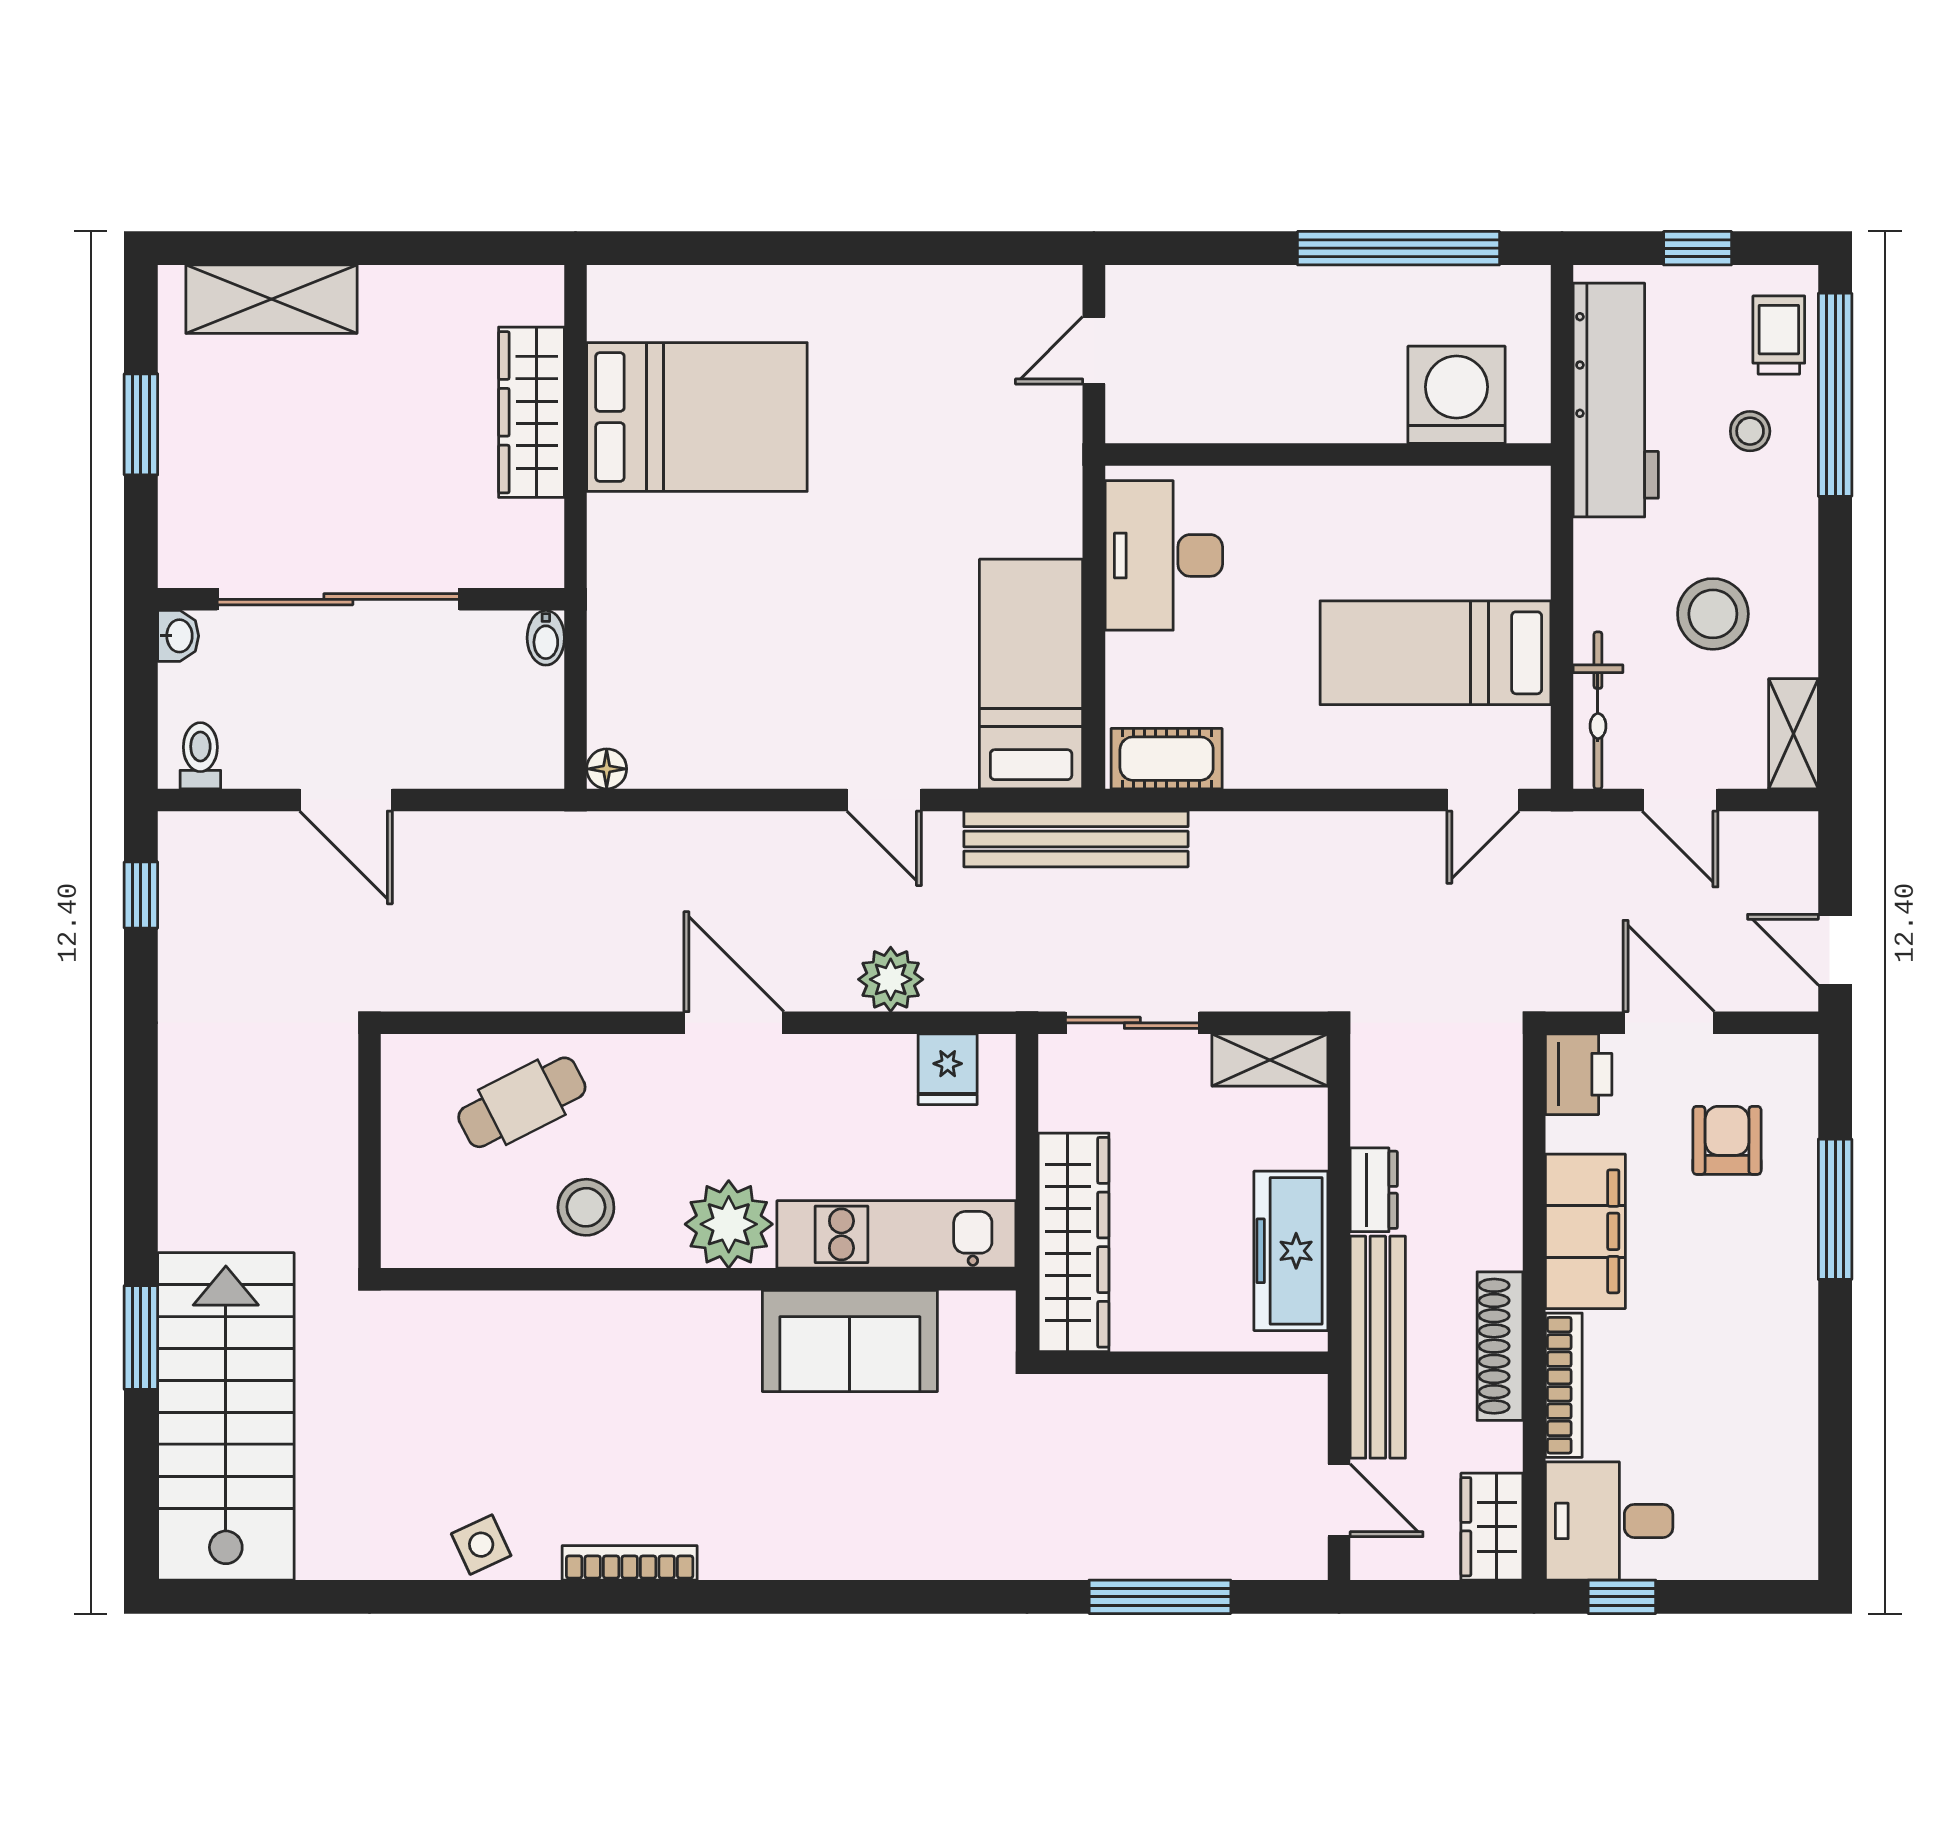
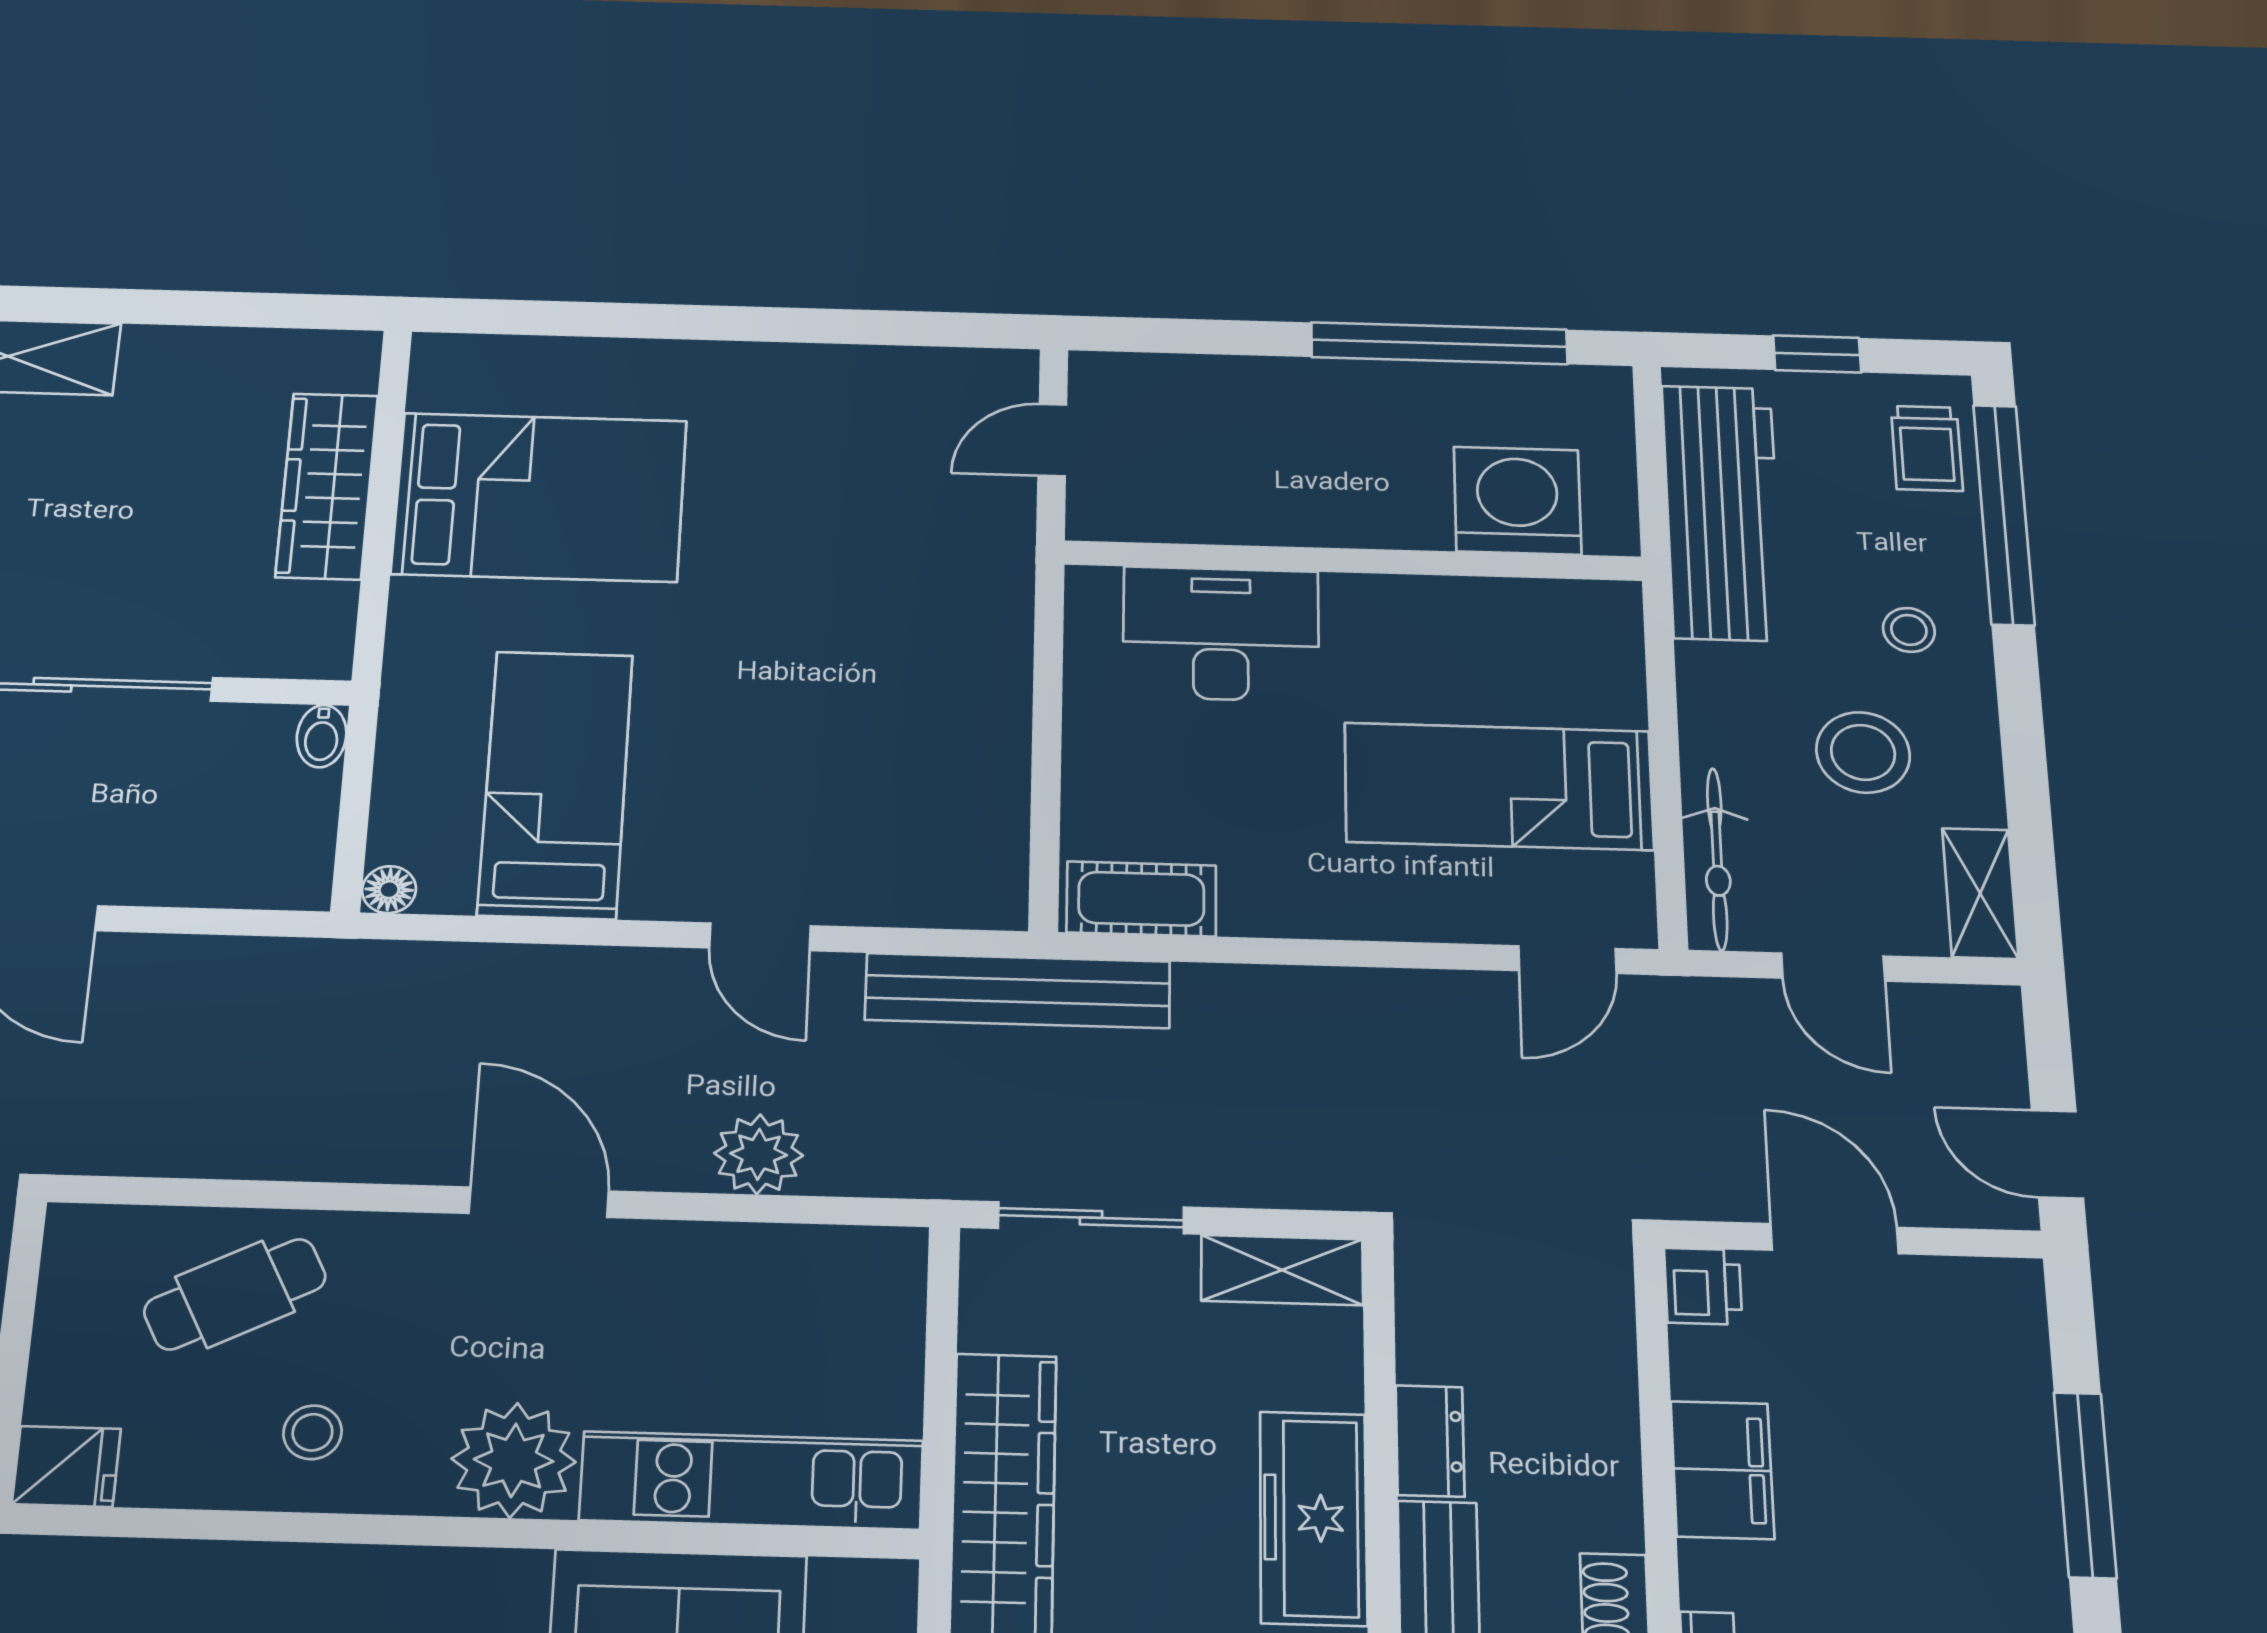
trolley: (1779, 335) -> (1927, 448), turned 180
stool: (1750, 431) -> (1909, 630), moved
desk: (1164, 555) -> (1221, 634), moved, turned 90
bed: (1031, 674) -> (556, 784), moved
fridge: (948, 1069) -> (66, 1466), moved, turned -90
printer: (1579, 1074) -> (1703, 1286), width x0.73, depth x0.81
armchair: (1727, 1140) -> (1926, 1391), removed
stool: (586, 1207) -> (312, 1432), width x0.73, depth x0.73
filing cabinet: (1585, 1231) -> (1722, 1470), width x0.67, depth x0.86

